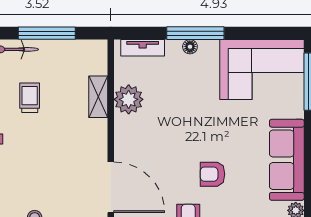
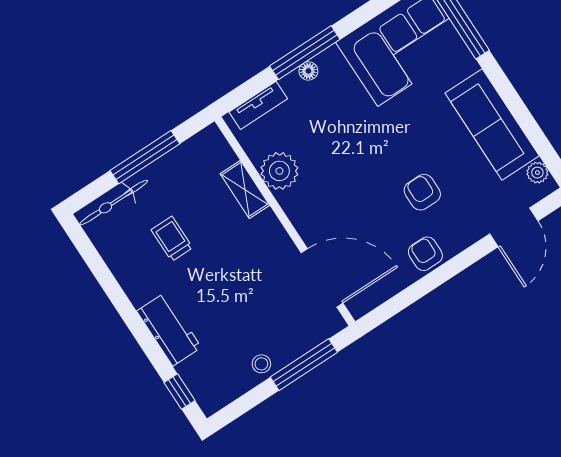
armchair: (212, 174) -> (422, 192), turned 90

